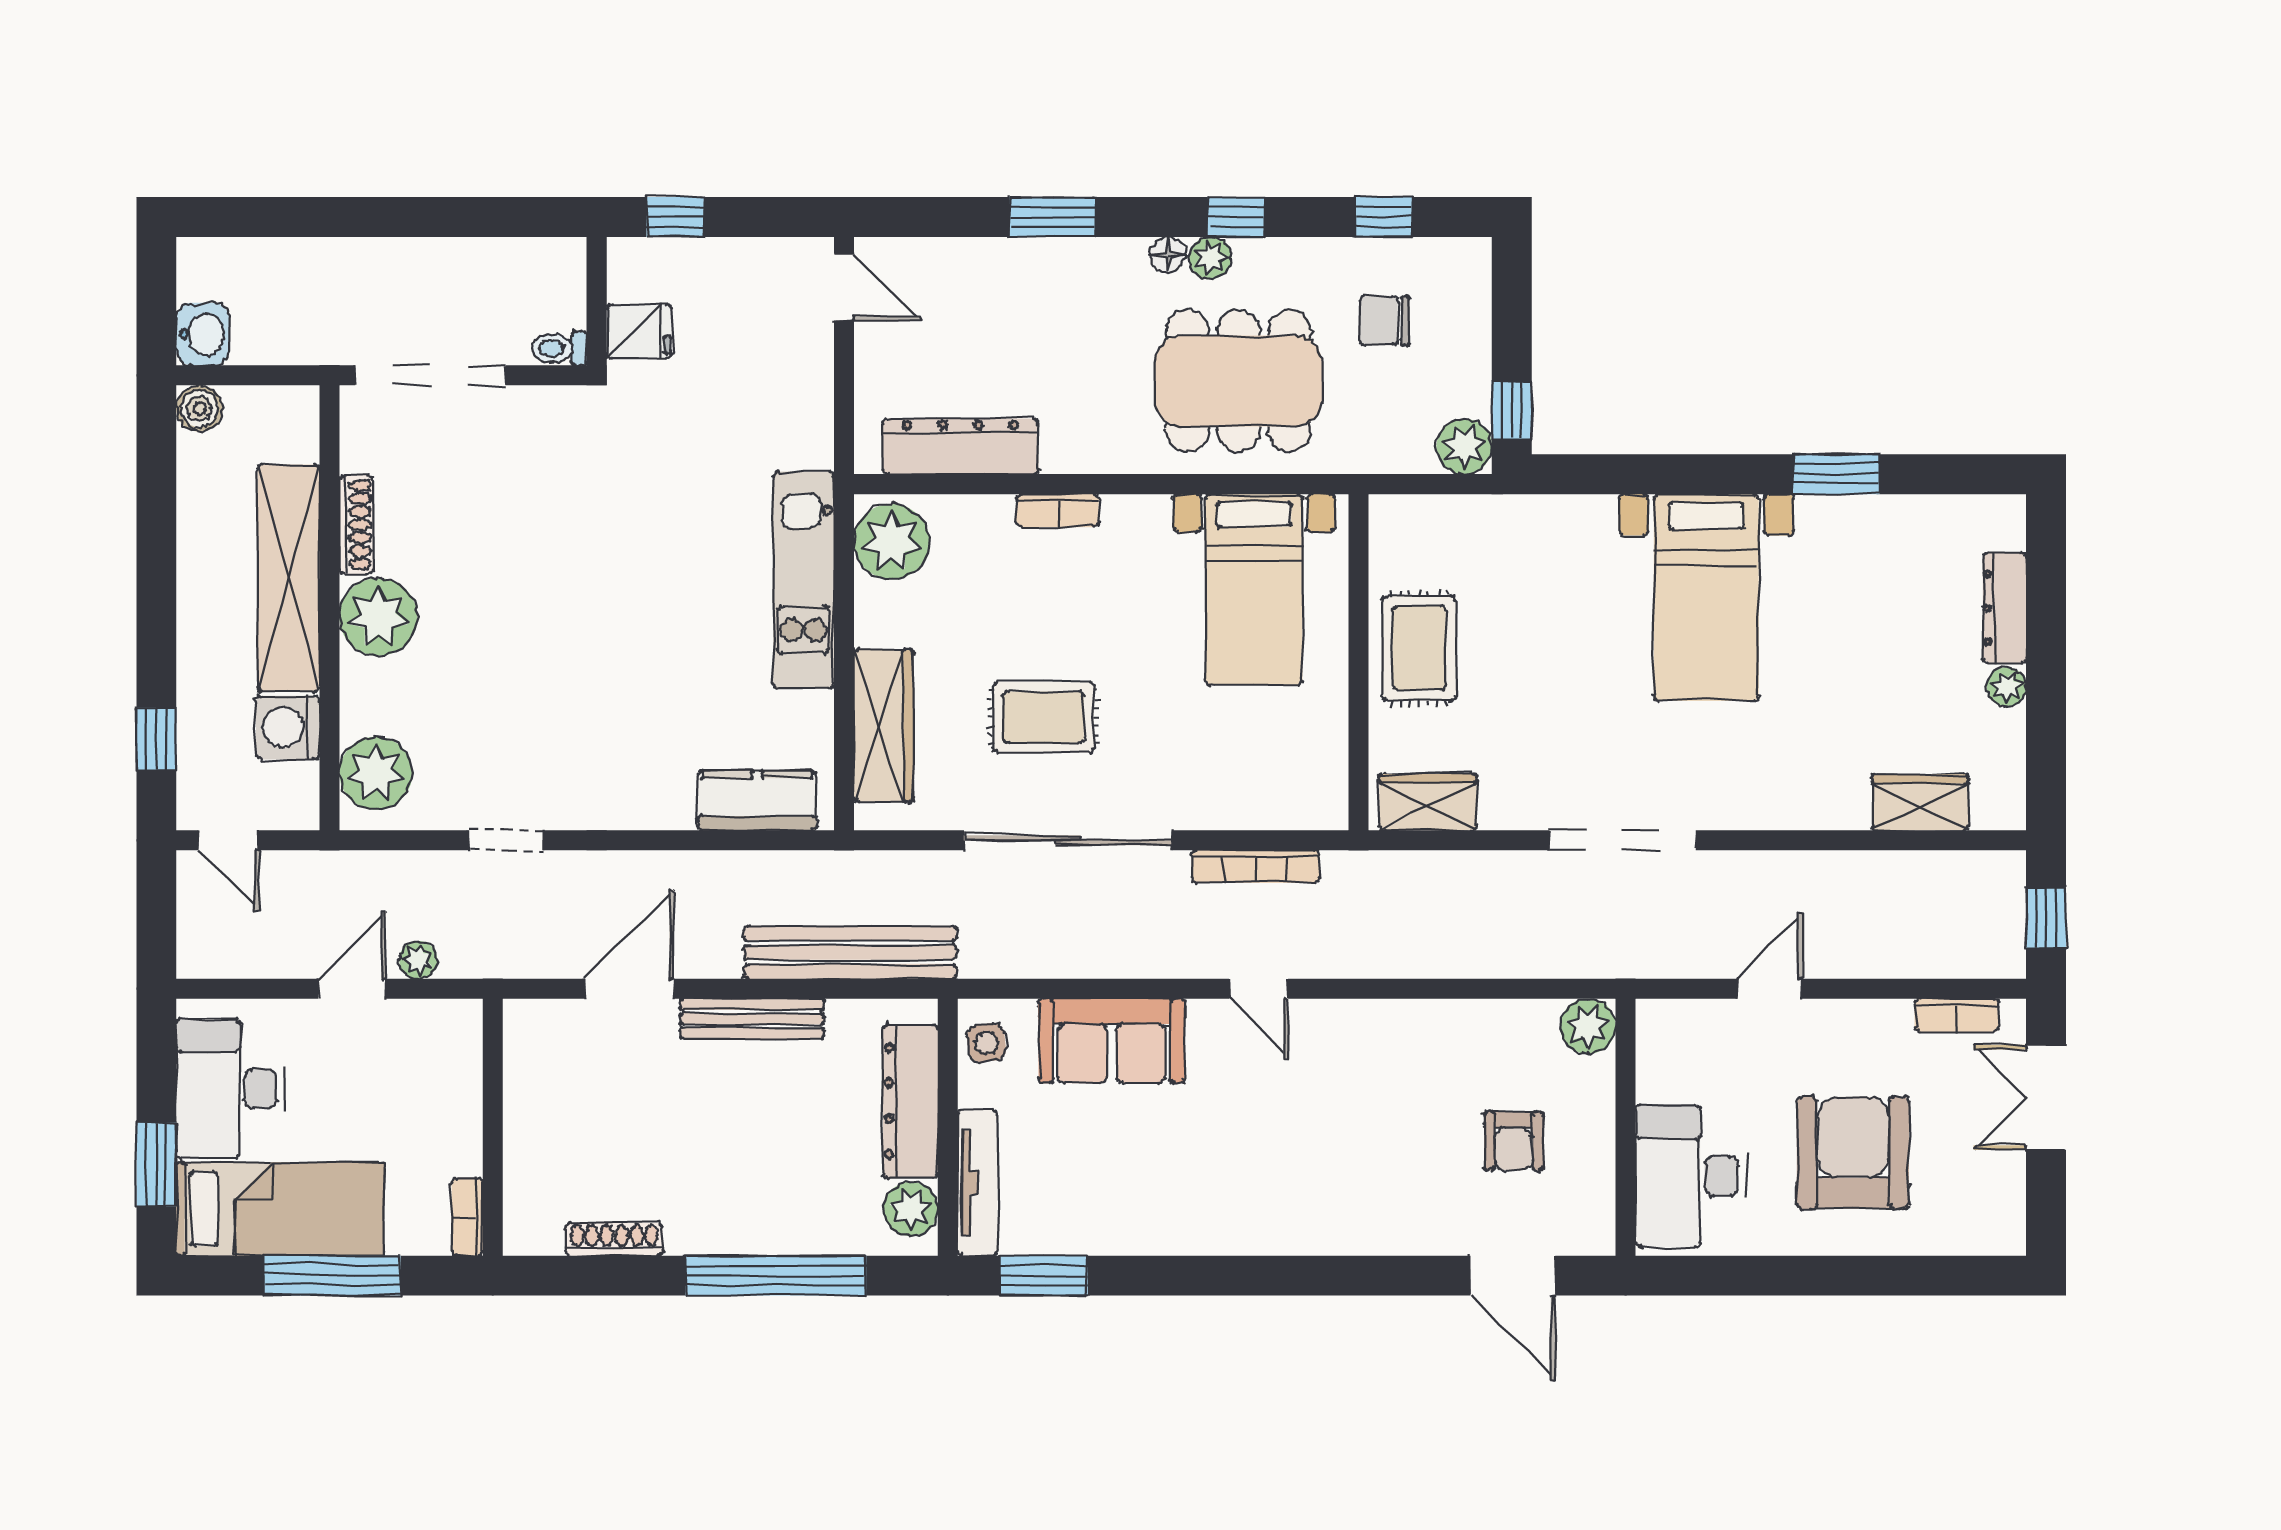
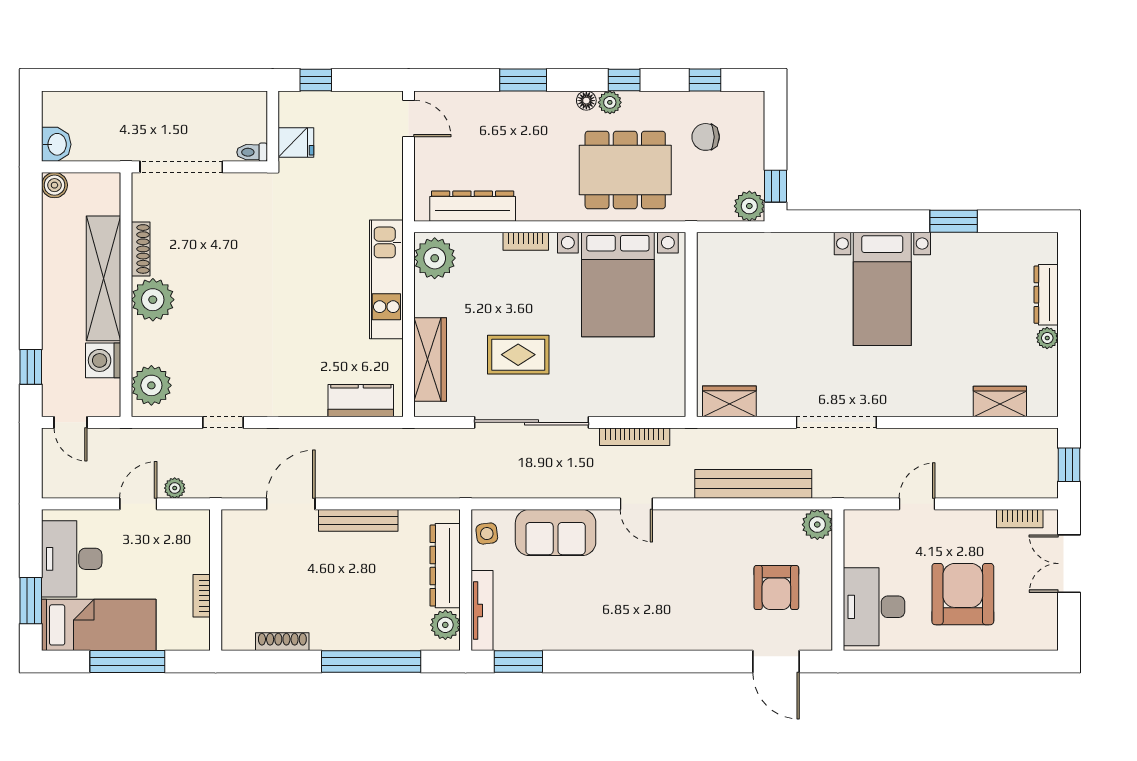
bed with nightstands: (1254, 589) -> (618, 285), width x1.36
rug: (1419, 648) -> (724, 317), removed
bench: (850, 952) -> (753, 484), moved
armchair: (1513, 1141) -> (776, 588), width x1.38, depth x1.38
bookcase: (467, 1217) -> (202, 596), moved

